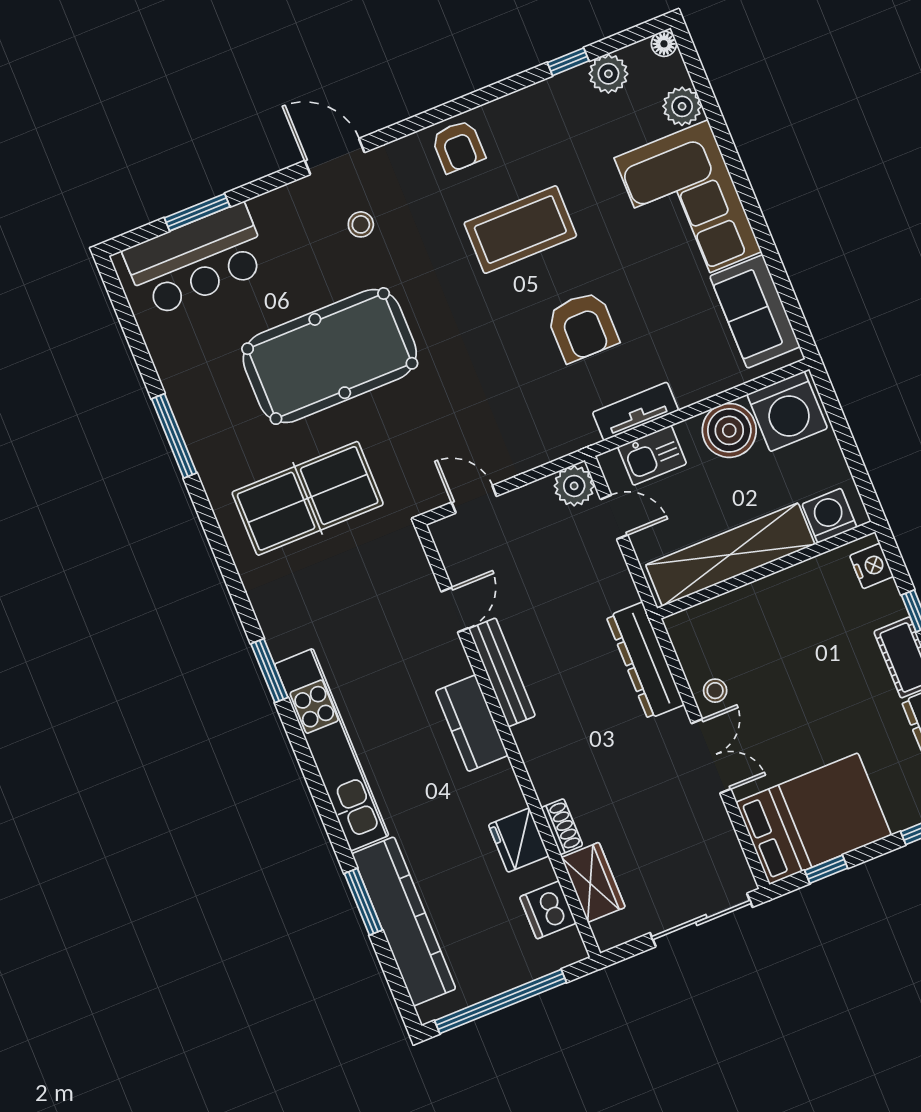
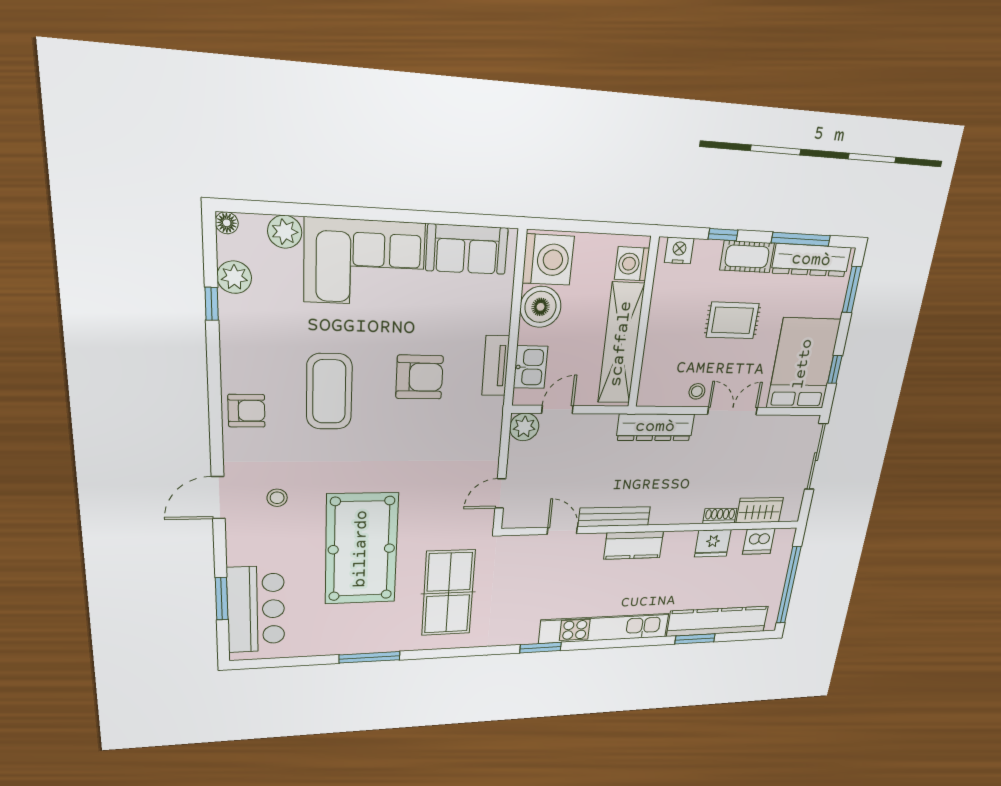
rug: (823, 685) -> (733, 320), added

